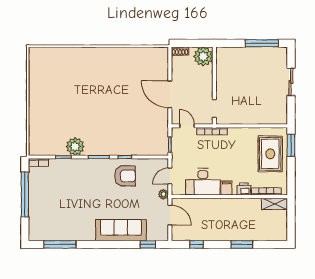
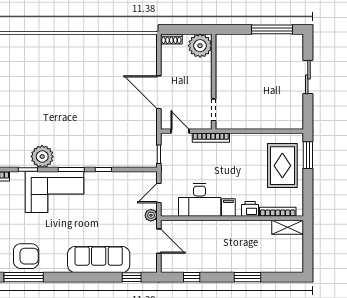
corner sofa: (85, 175) -> (54, 192), added
armchair: (125, 176) -> (26, 256), moved

